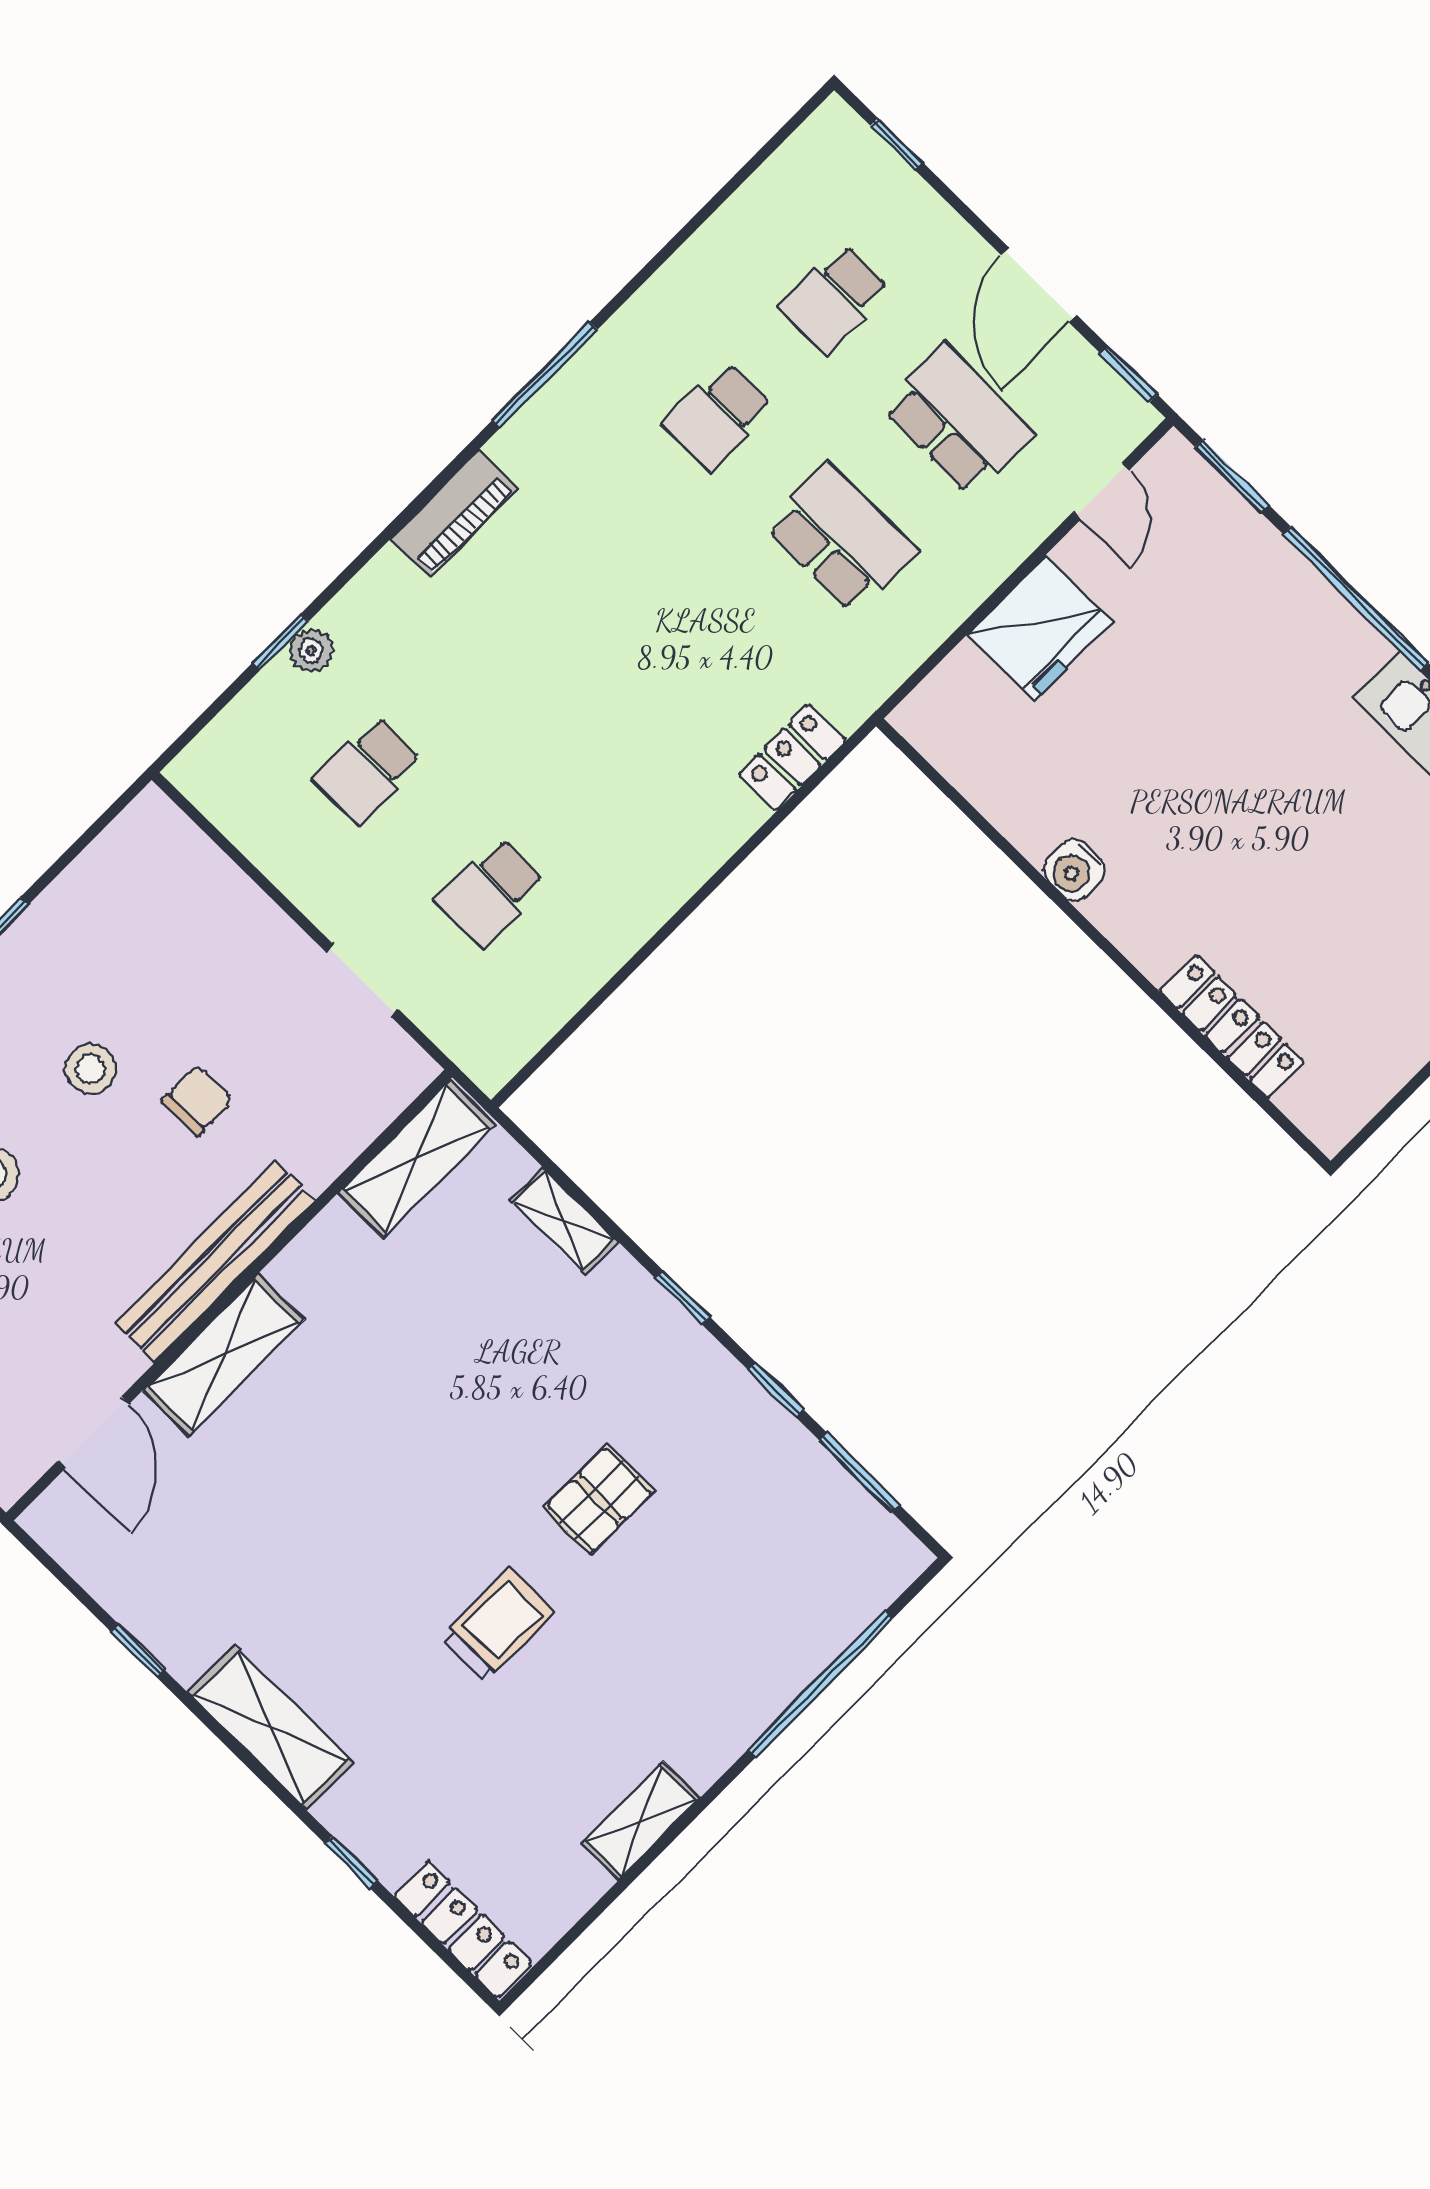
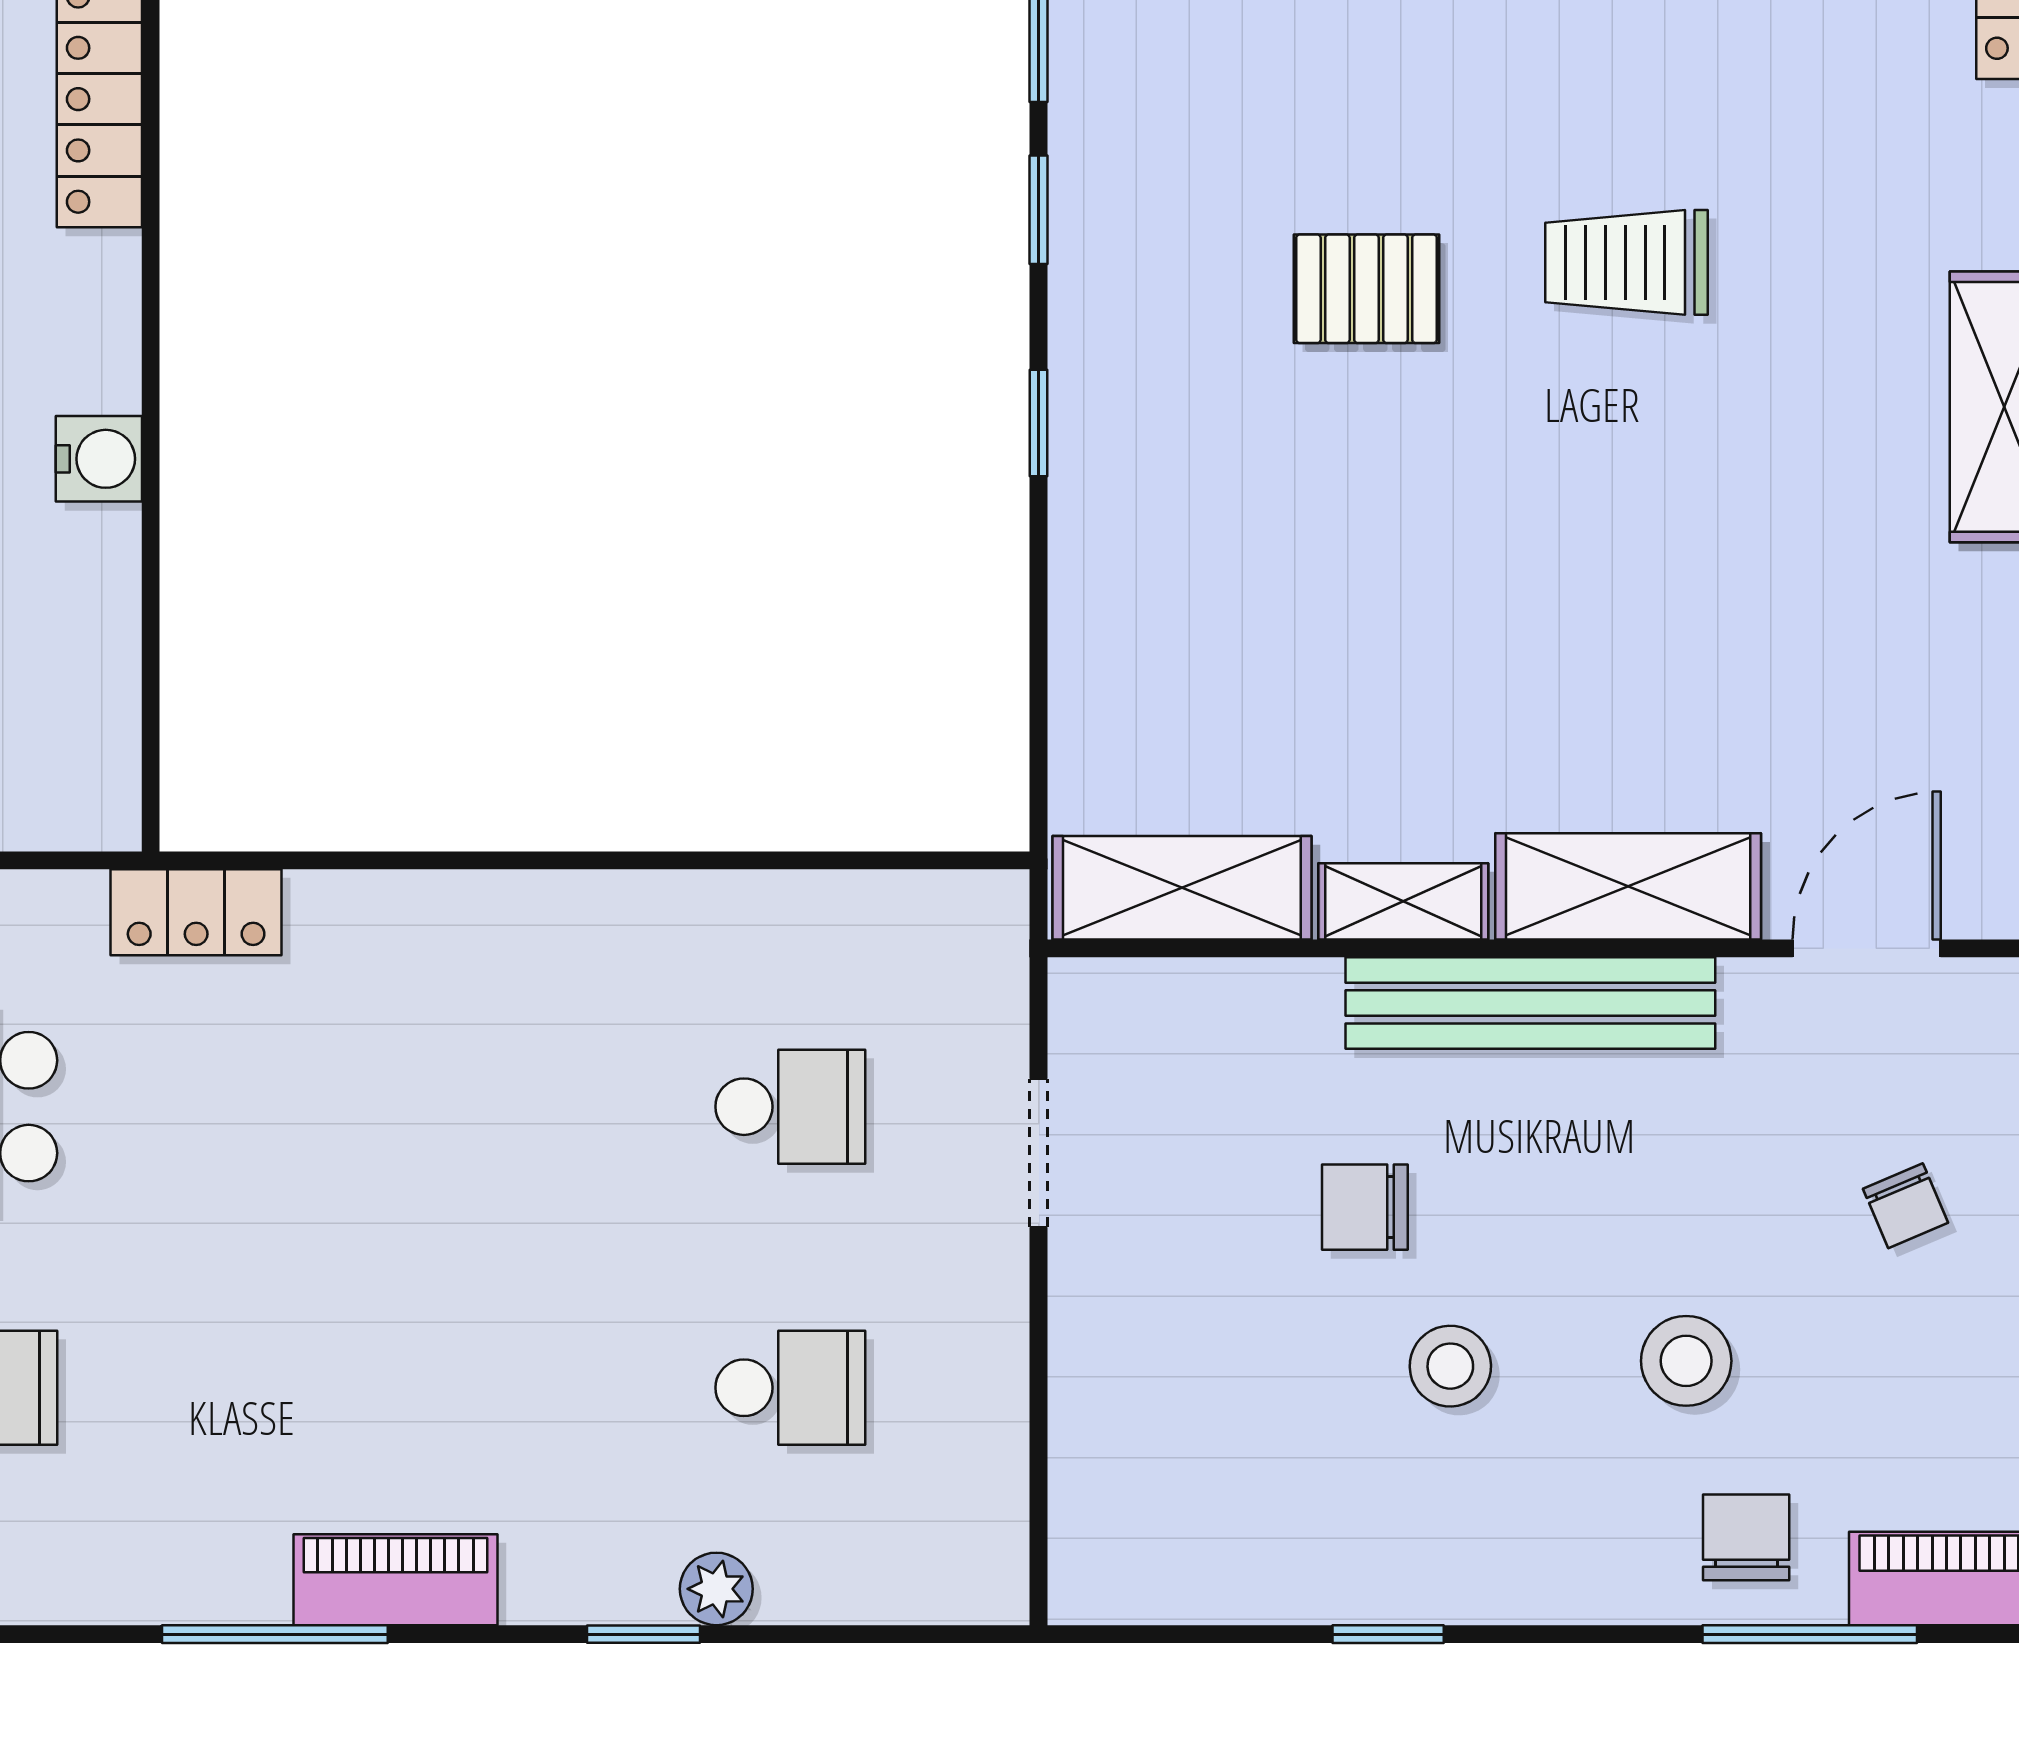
window: (544, 375) -> (275, 1634), moved
window: (280, 642) -> (644, 1634), moved
locker: (793, 757) -> (196, 912), moved
shelving: (564, 1221) -> (1403, 901), moved, turned 90

